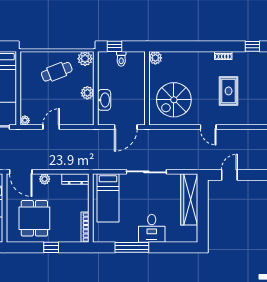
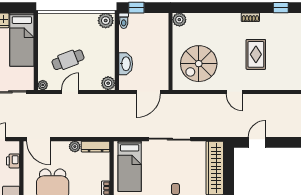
toilet: (121, 59) -> (124, 21), moved
cafe table: (57, 72) -> (68, 60), moved
plant: (87, 93) -> (108, 83), moved
plant: (45, 179) -> (75, 147), moved

